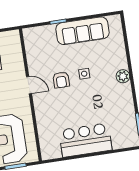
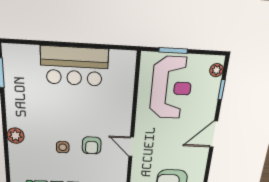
armchair: (61, 80) -> (92, 145), turned 180

